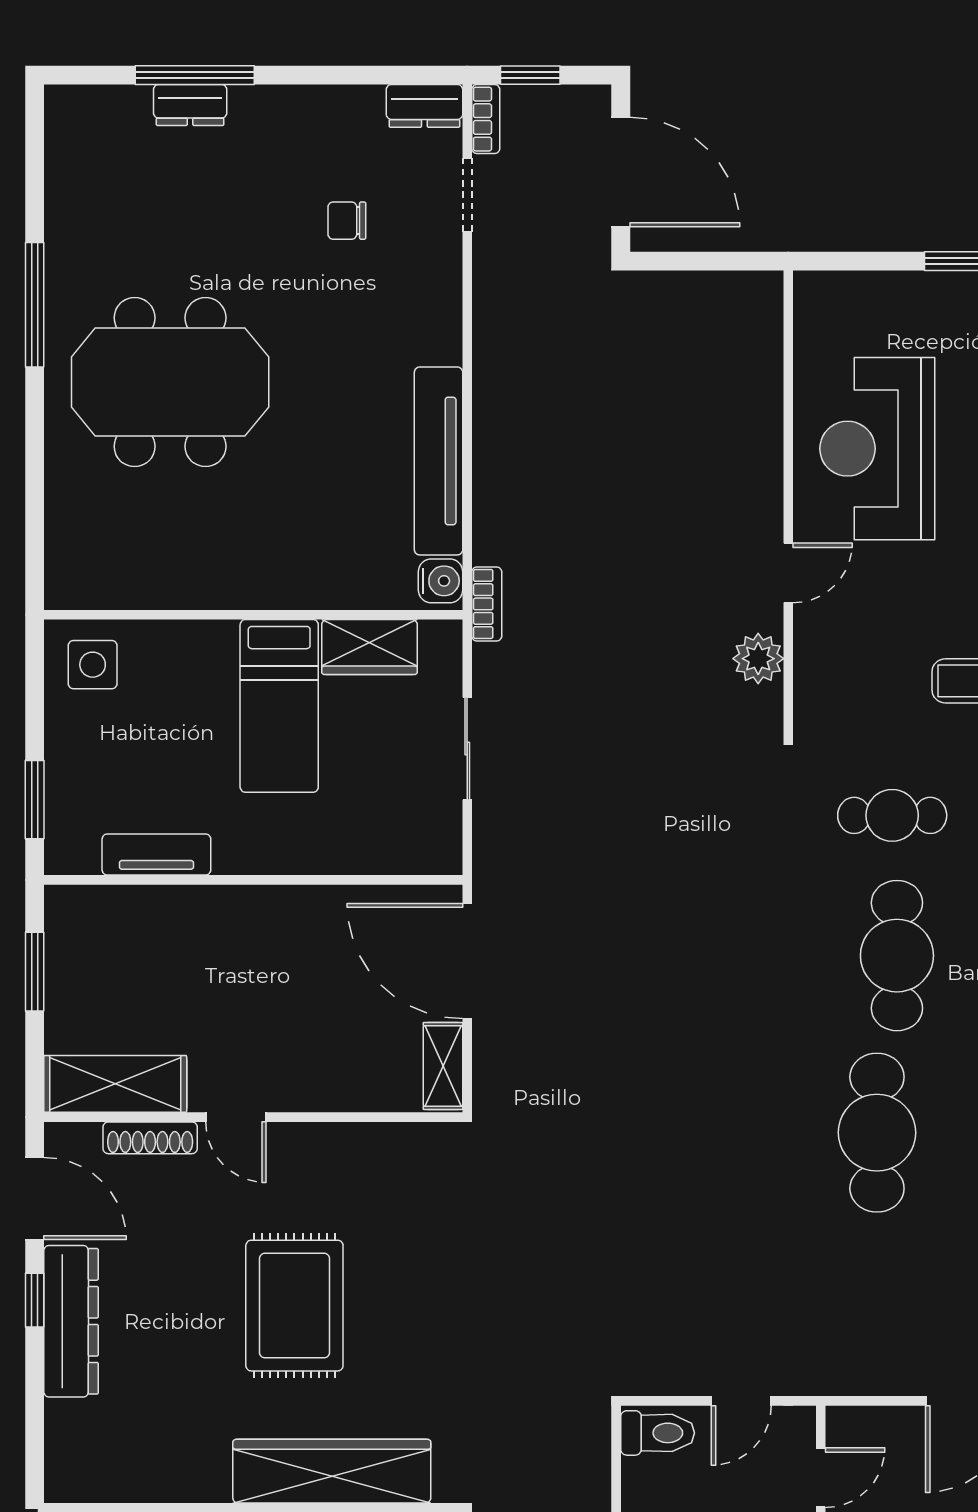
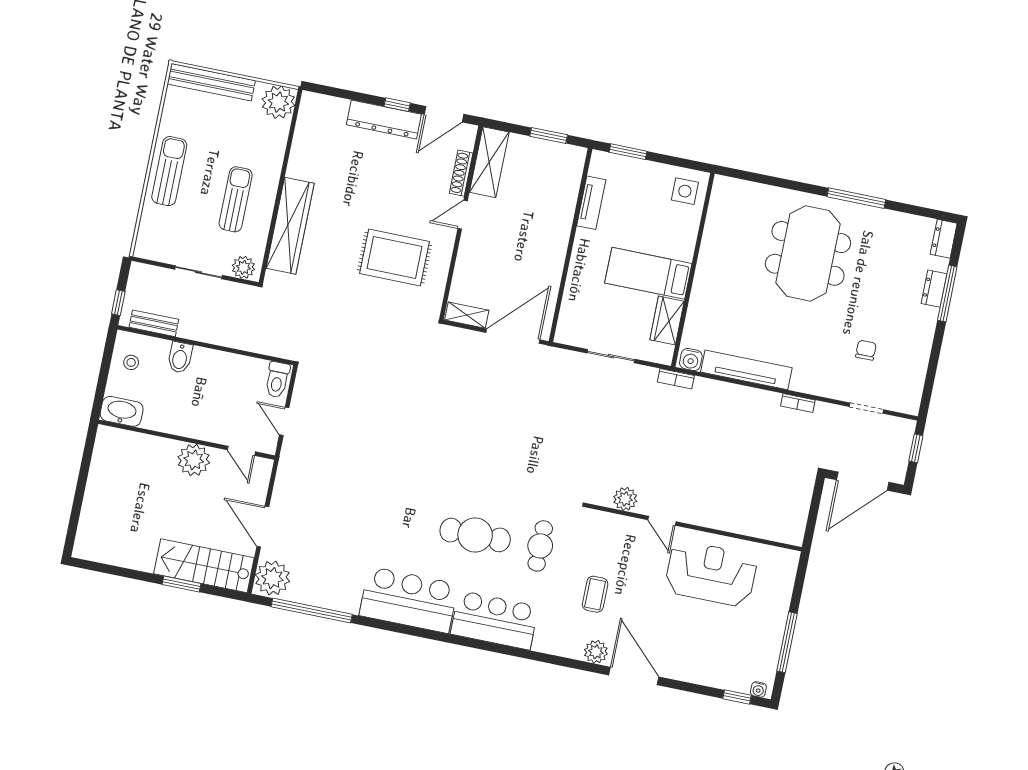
dresser: (424, 106) -> (944, 239), moved
bookcase: (486, 119) -> (798, 403), moved
cafe table: (877, 1133) -> (395, 509), removed
rug: (294, 1306) -> (395, 257), moved

